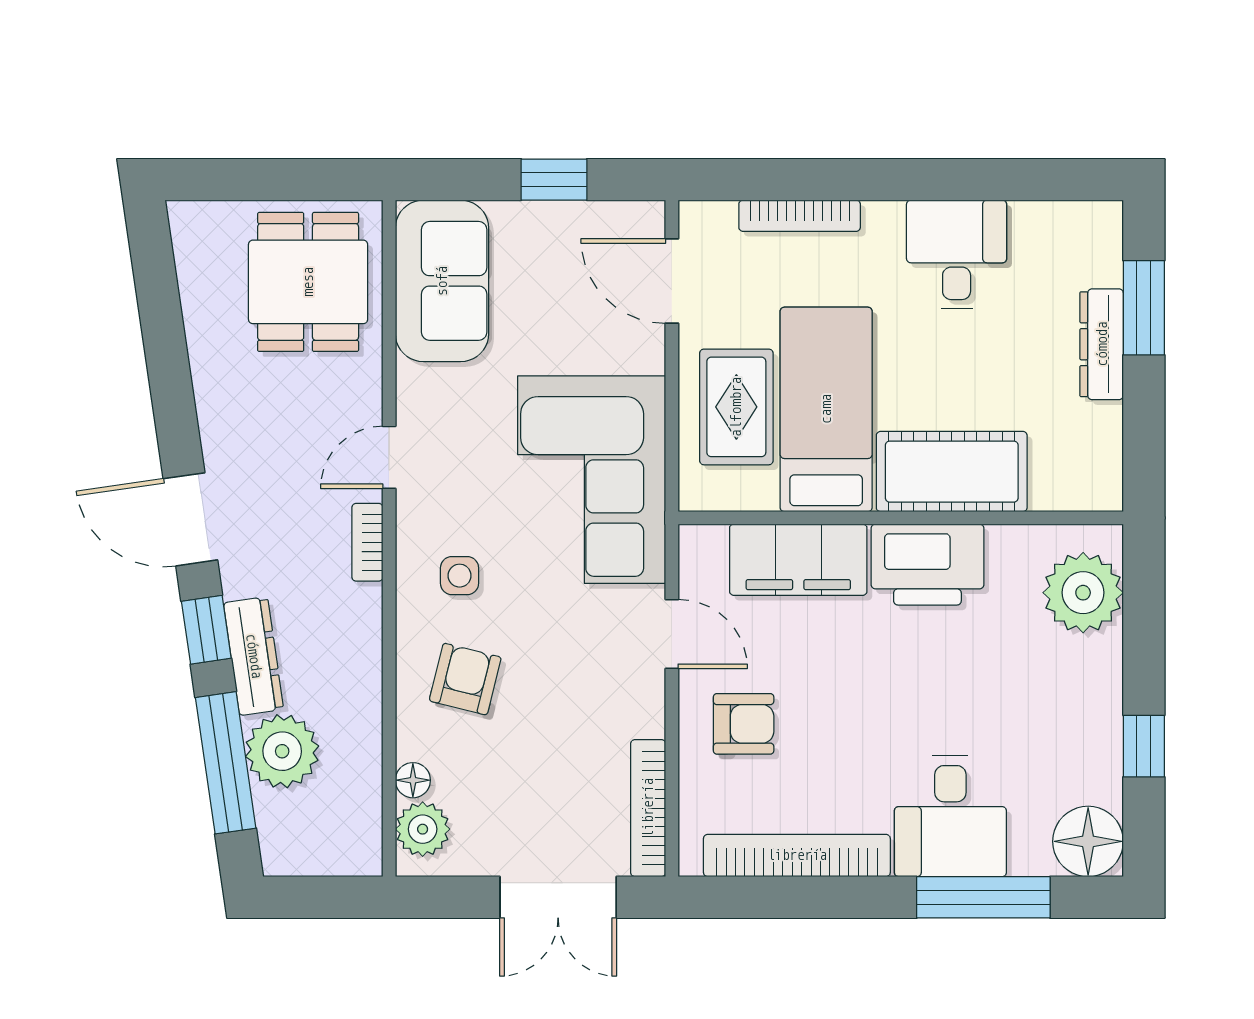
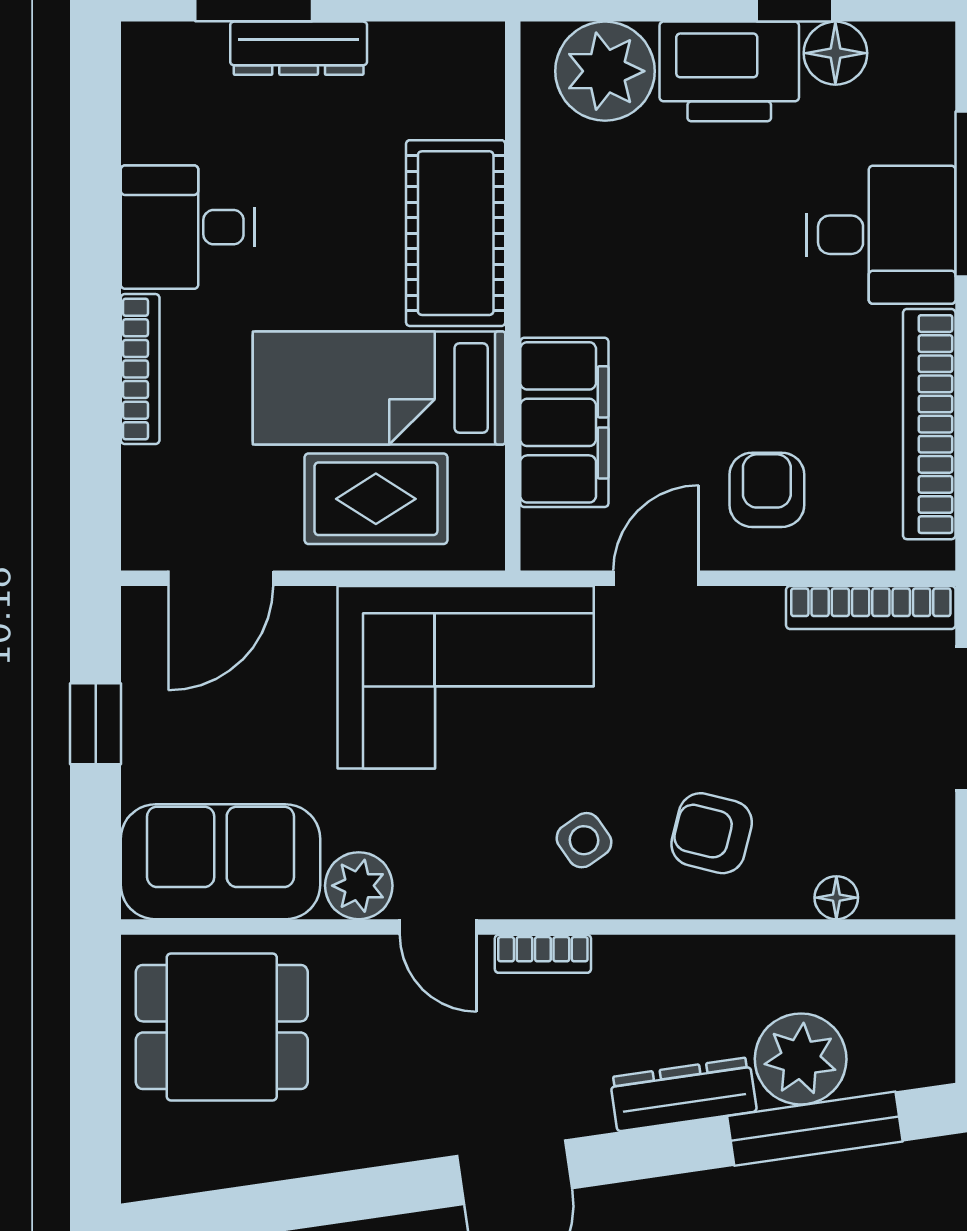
bookcase: (800, 216) -> (140, 369), moved
printer: (927, 565) -> (729, 71), moved, turned 90
side table: (460, 576) -> (584, 840), turned -35
window: (206, 630) -> (651, 1152), removed
plant: (423, 829) -> (359, 886), moved
floor lamp: (1088, 841) -> (835, 53), moved, width x0.73, depth x0.73

